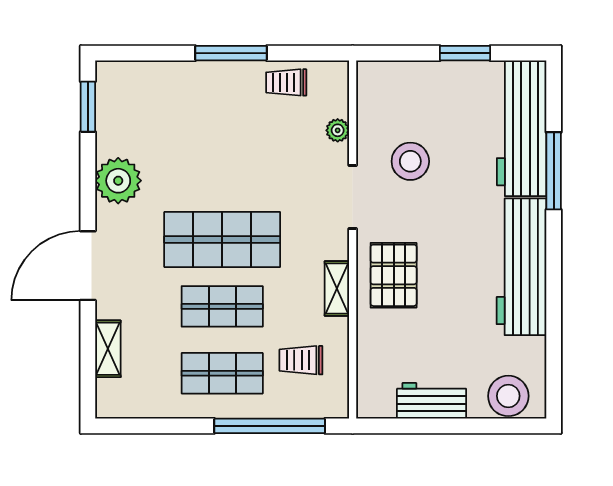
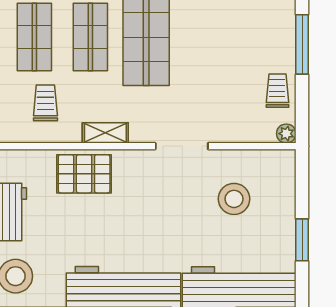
plant: (338, 130) -> (286, 134), moved
stool: (410, 161) -> (234, 199), moved
pallet: (394, 275) -> (84, 174), moved

